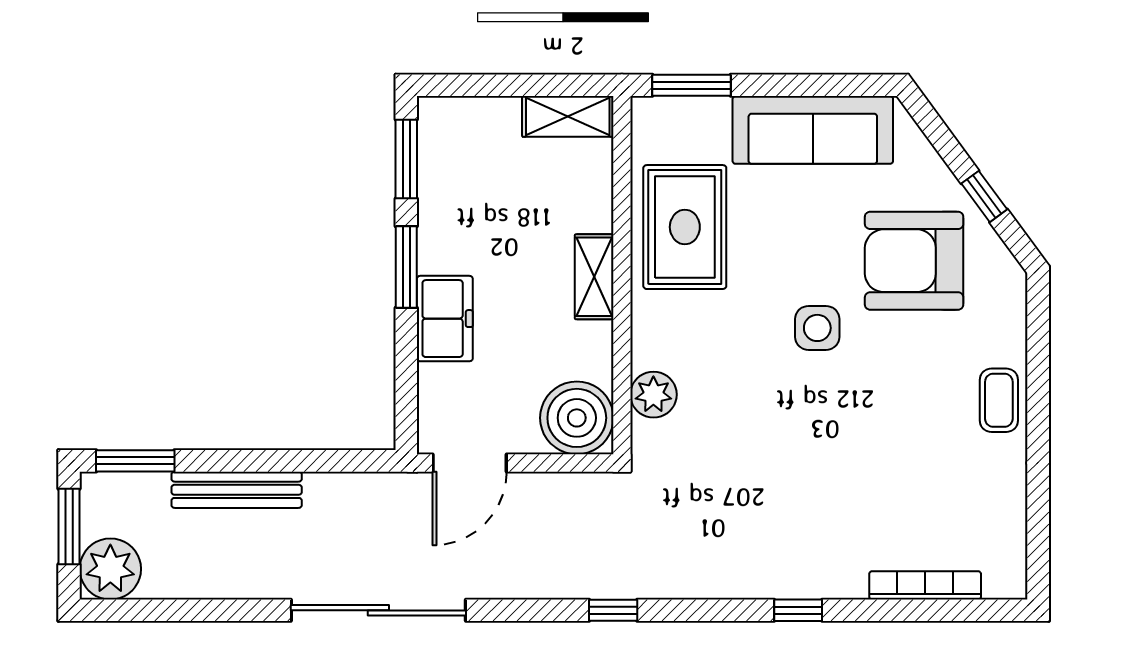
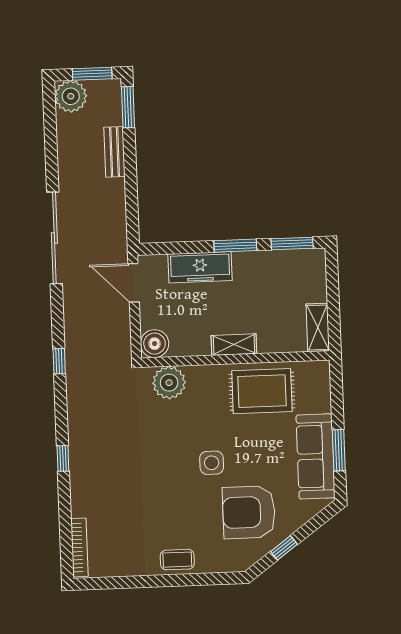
window: (692, 85) -> (339, 450), moved
armchair: (914, 261) -> (249, 512), turned -90
freezer: (445, 319) -> (200, 267), width x1.40
plant: (653, 395) -> (169, 383), width x1.36, depth x1.36
boiler: (577, 418) -> (155, 344), width x0.73, depth x0.73
bench: (237, 490) -> (115, 152), width x0.73
bookcase: (925, 585) -> (79, 547), moved

